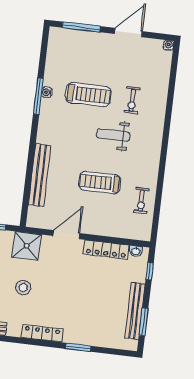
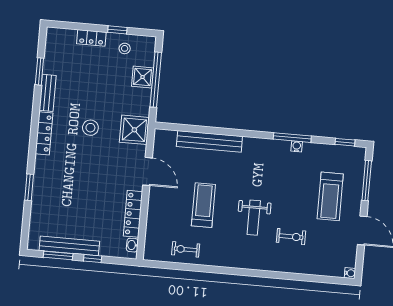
window: (44, 46) -> (345, 142), added
treadmill: (88, 95) -> (330, 196), moved
exercise bike: (132, 100) -> (291, 237), turned 180
weight bench: (113, 135) -> (254, 218), turned 180
window: (150, 271) -> (93, 259), moved
locker: (42, 333) -> (44, 133), moved

